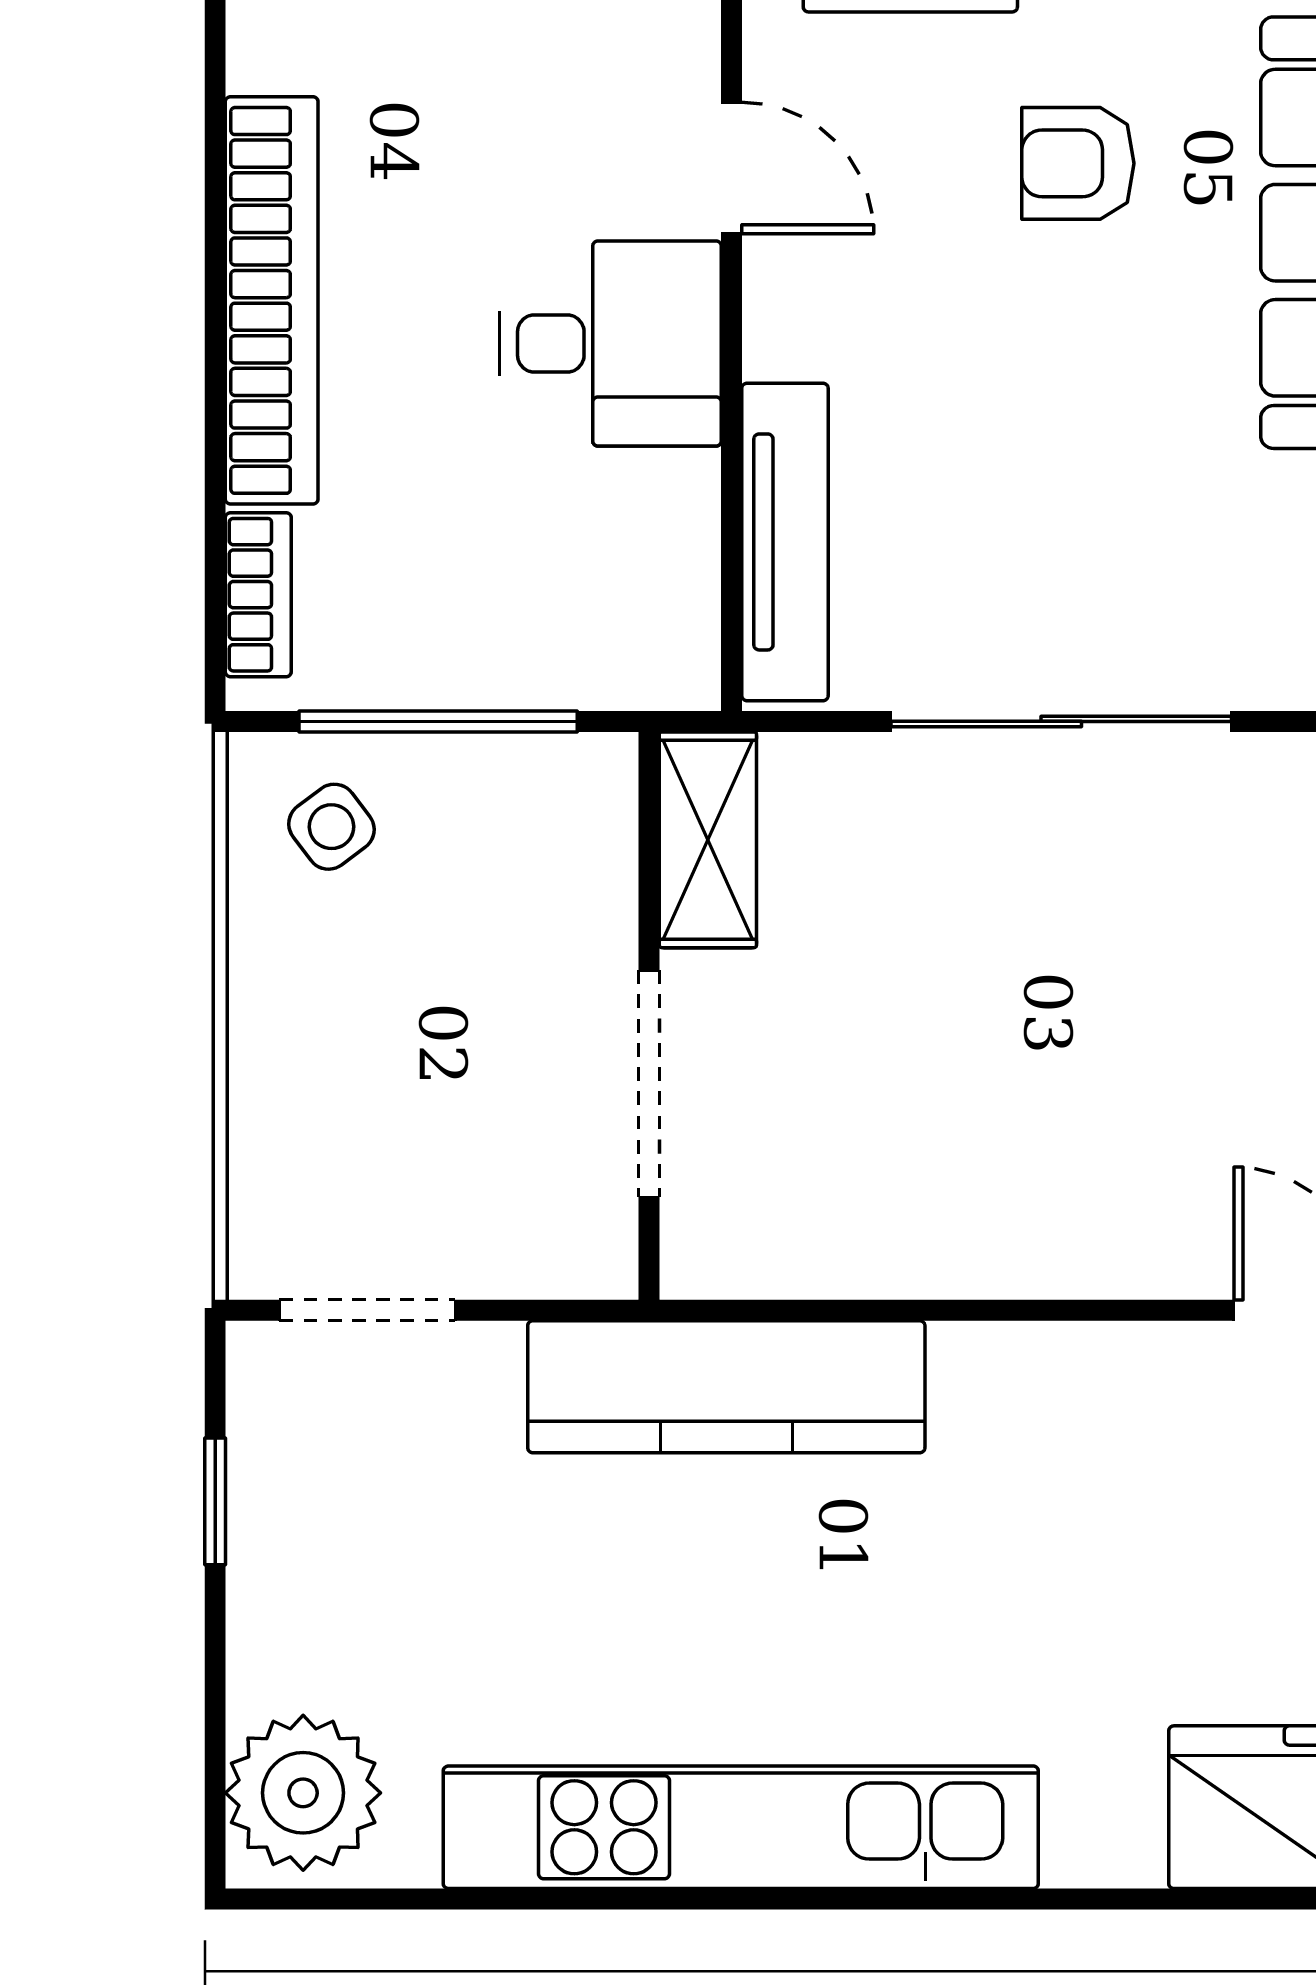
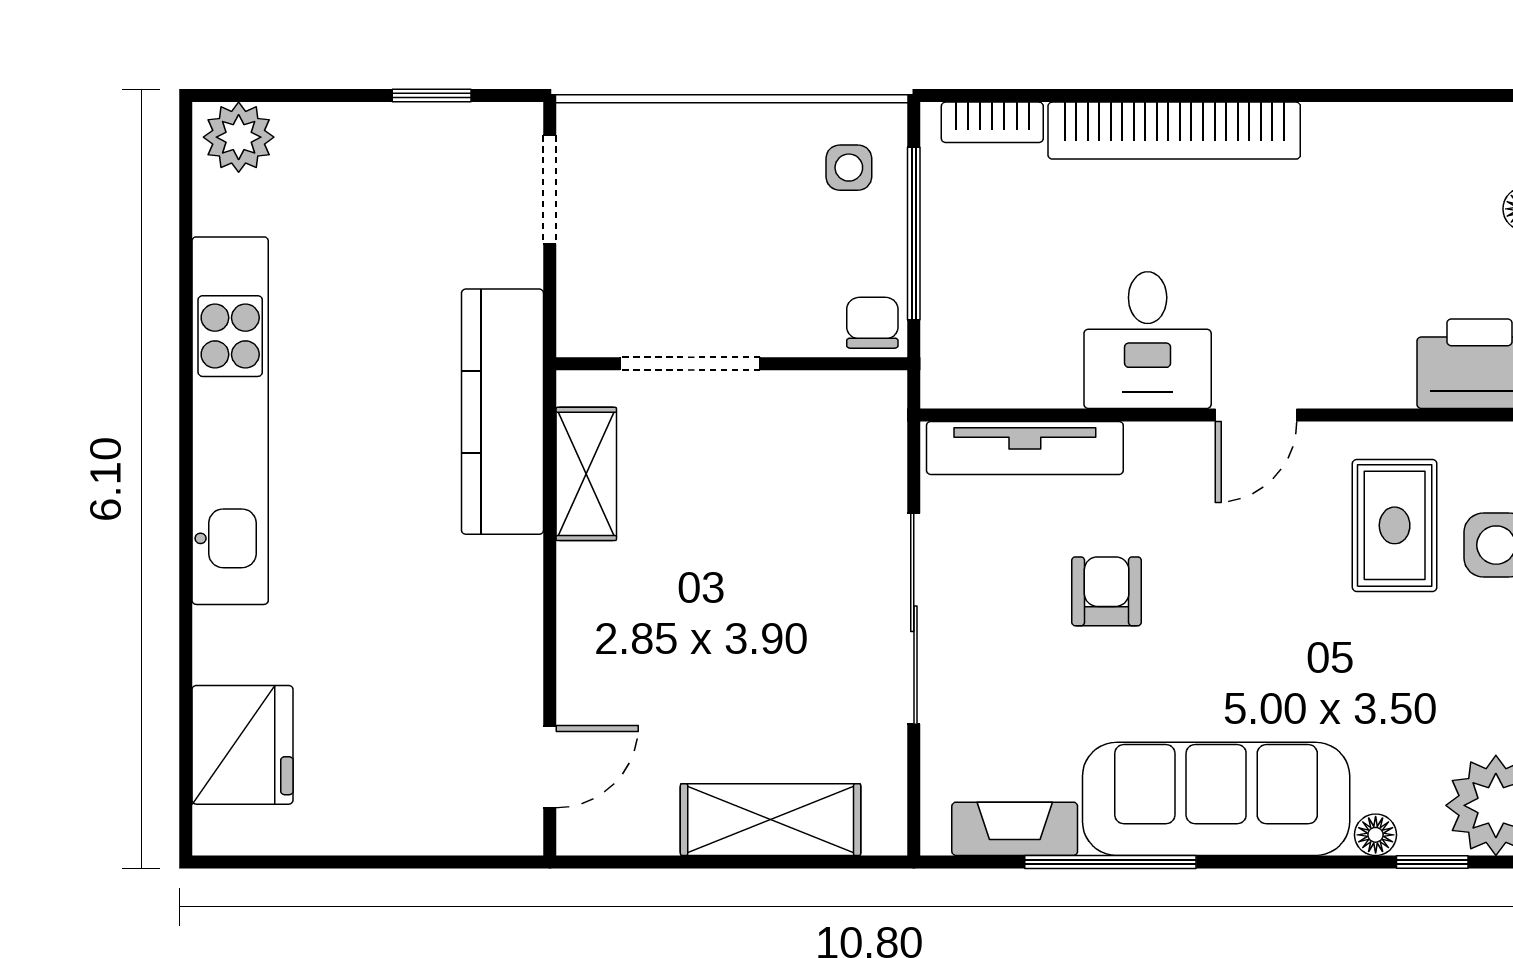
armchair: (1078, 163) -> (1107, 591), moved
chair: (582, 789) -> (872, 323), added
side table: (331, 827) -> (849, 168), turned 37
shelving: (708, 840) -> (586, 474), moved, turned 90
plant: (303, 1793) -> (239, 137), width x0.73, depth x0.73

